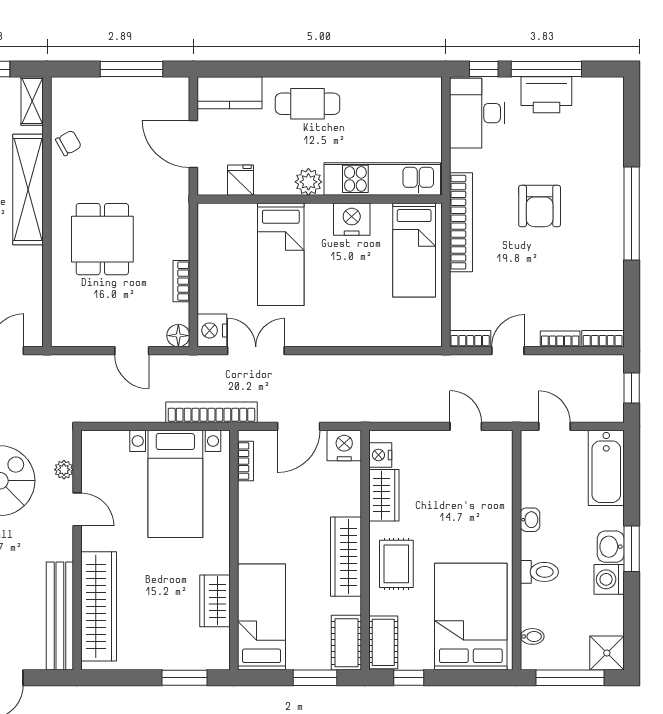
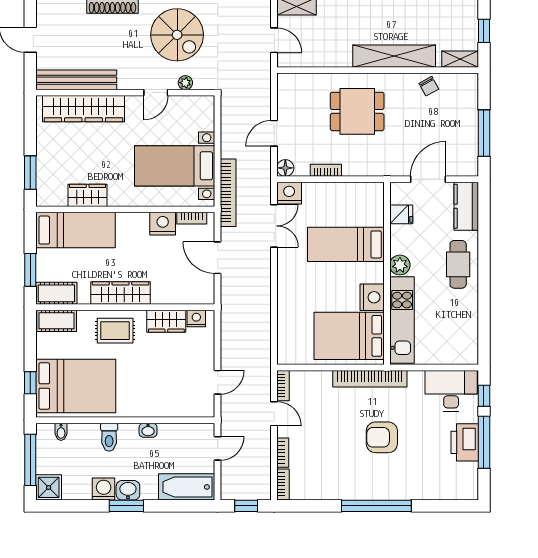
bed: (414, 250) -> (349, 336), width x1.50
nightstand: (344, 446) -> (163, 224), moved, turned -90
window: (409, 678) -> (30, 383), moved

